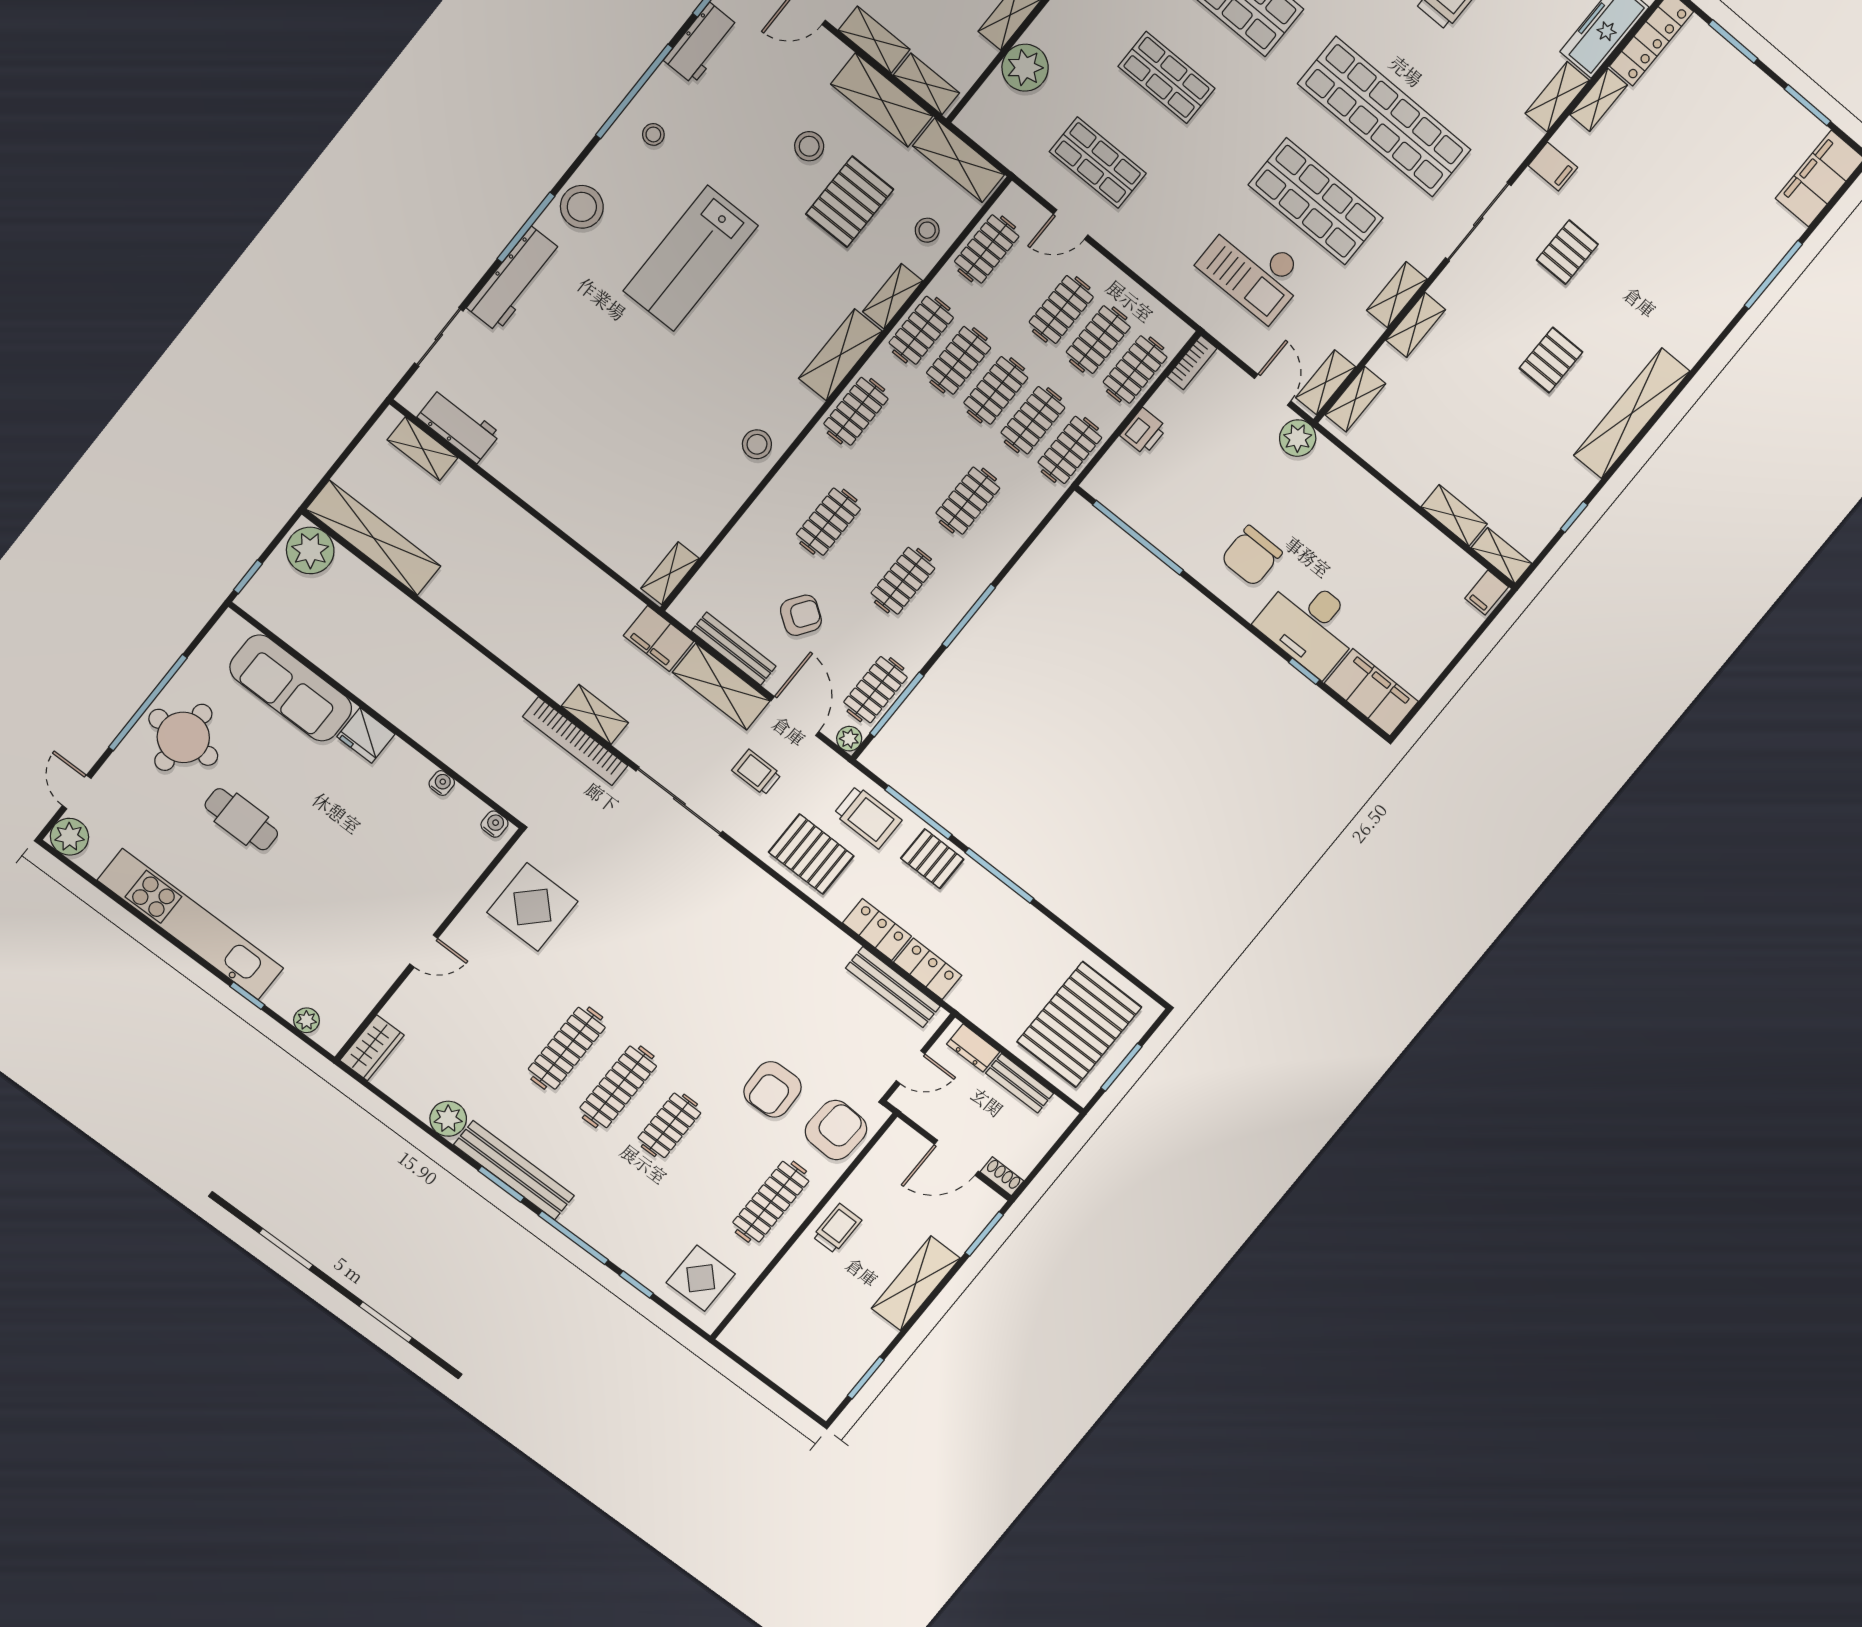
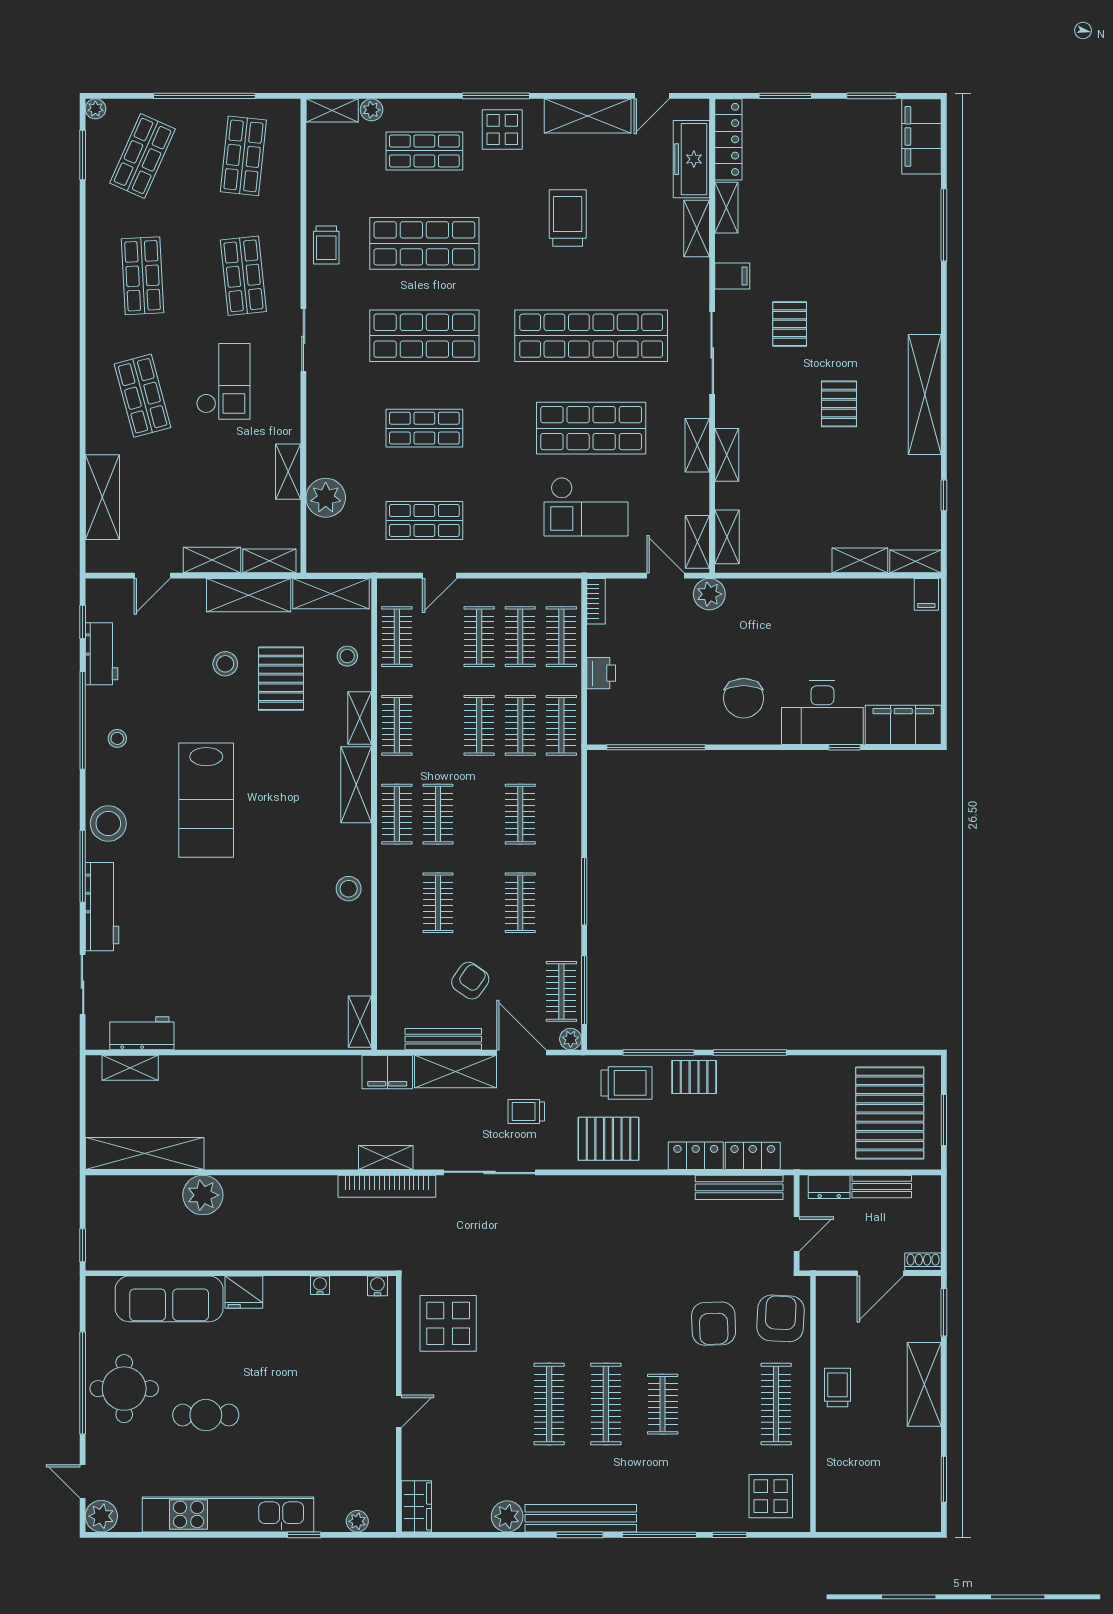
clothes rail: (959, 360) -> (438, 814), moved
plant: (310, 550) -> (203, 1195), moved

